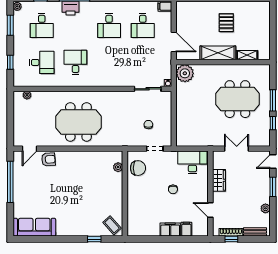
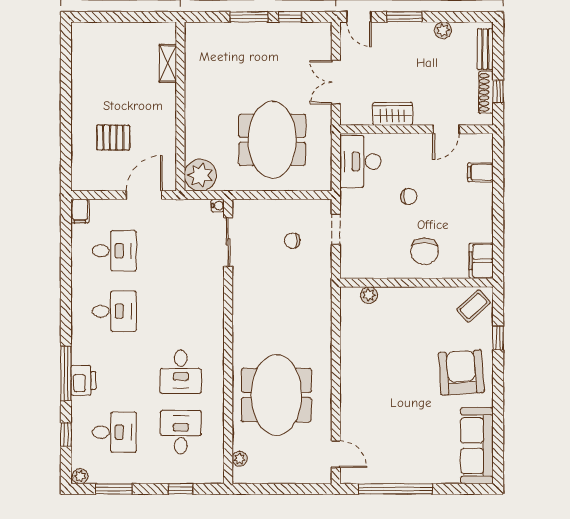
pallet: (226, 23) -> (113, 138), moved
shelving: (218, 53) -> (164, 116), removed
desk: (75, 62) -> (181, 372), turned -90
meeting table: (237, 99) -> (272, 140), moved
meeting table: (78, 122) -> (276, 395), moved
armchair: (48, 159) -> (461, 372), moved, width x1.88, depth x1.88
chair: (138, 168) -> (425, 251), moved, turned 180
filing cabinet: (170, 230) -> (481, 261), moved

